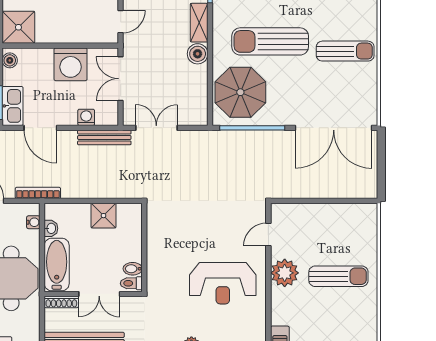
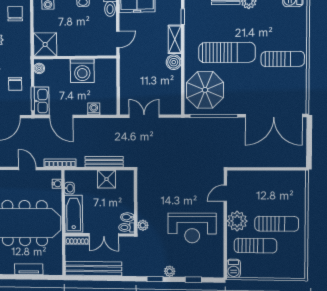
sun lounger: (270, 41) -> (227, 52), turned 180
double door: (121, 79) -> (118, 81), removed
bench: (104, 137) -> (104, 162), moved
plant: (154, 280) -> (143, 225), added
sun lounger: (310, 307) -> (255, 246), added

